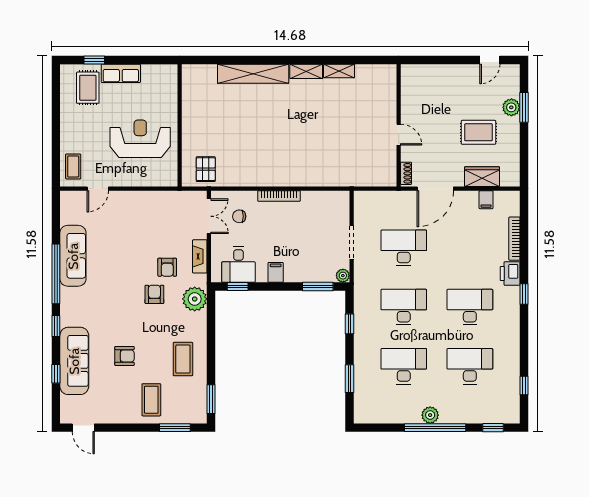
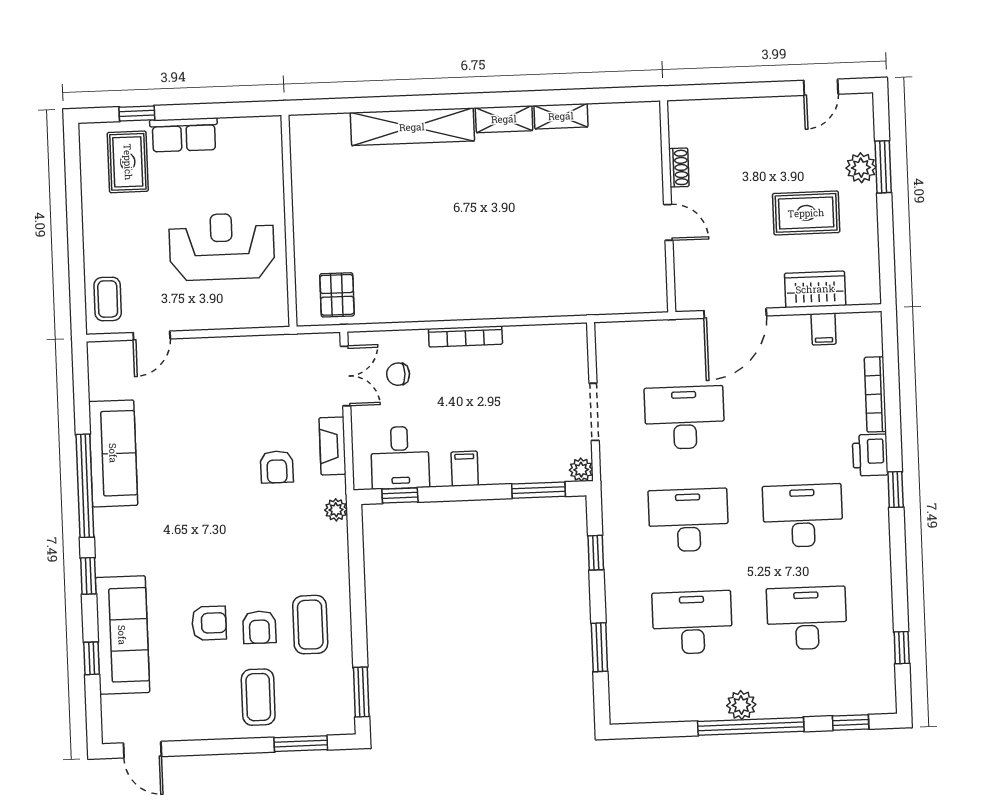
shoe rack: (406, 173) -> (679, 168), moved
armchair: (154, 294) -> (259, 627), moved, turned 180
plant: (195, 299) -> (336, 510), width x0.53, depth x0.53

